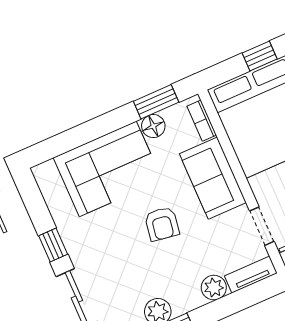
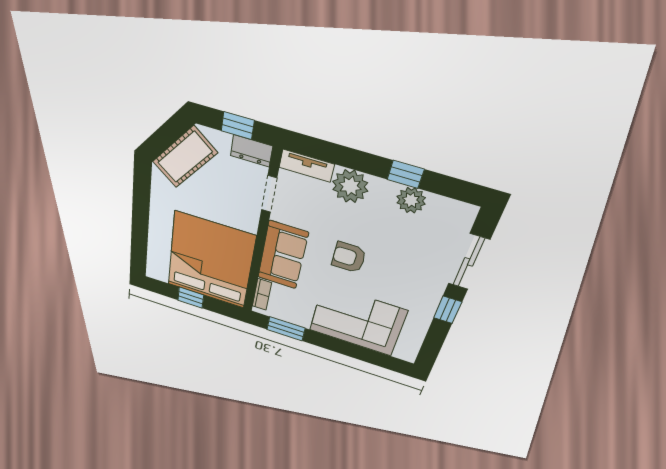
floor lamp: (153, 126) -> (300, 318), removed
armchair: (162, 224) -> (349, 257), turned -99
plant: (214, 288) -> (350, 186), width x1.36, depth x1.36

